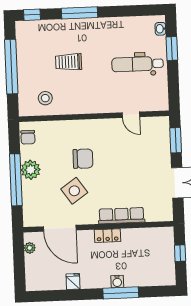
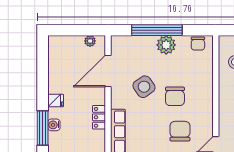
chair: (28, 137) -> (198, 44), turned -90
chair: (118, 152) -> (180, 131), added
fridge: (73, 281) -> (56, 101), moved

